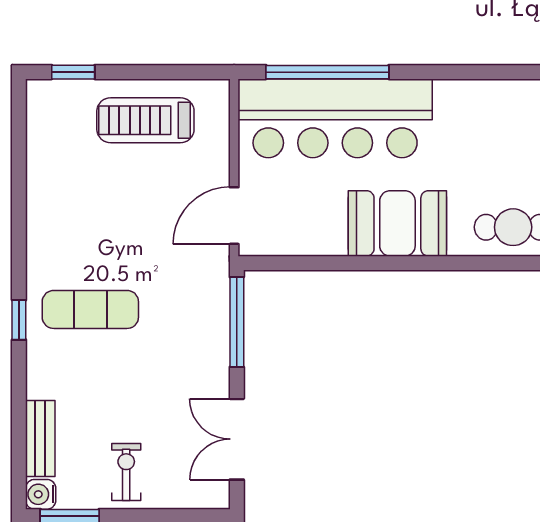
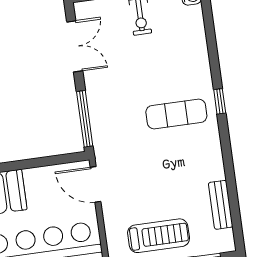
door: (234, 216) -> (96, 184), swing flipped
bench: (40, 438) -> (221, 205), moved

